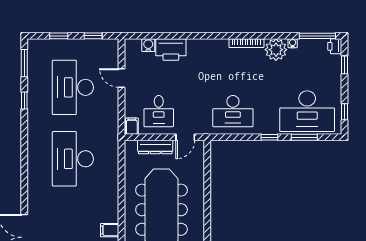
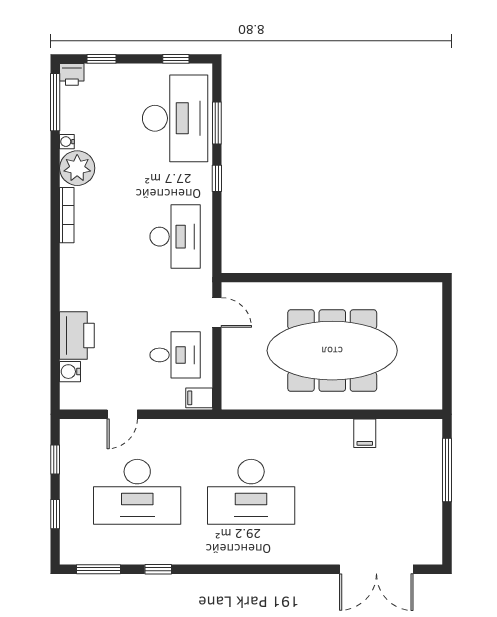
dresser: (155, 147) -> (232, 360), removed

